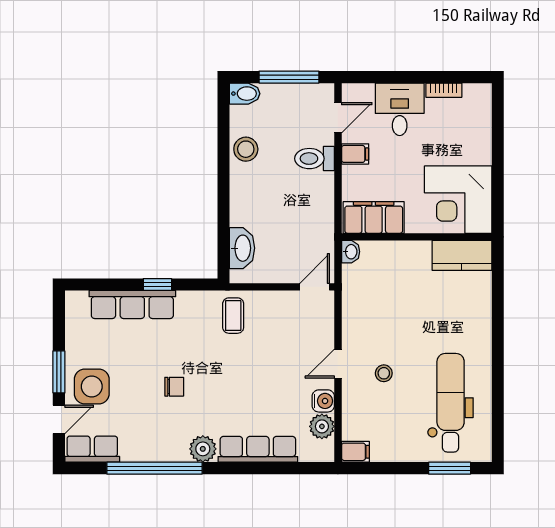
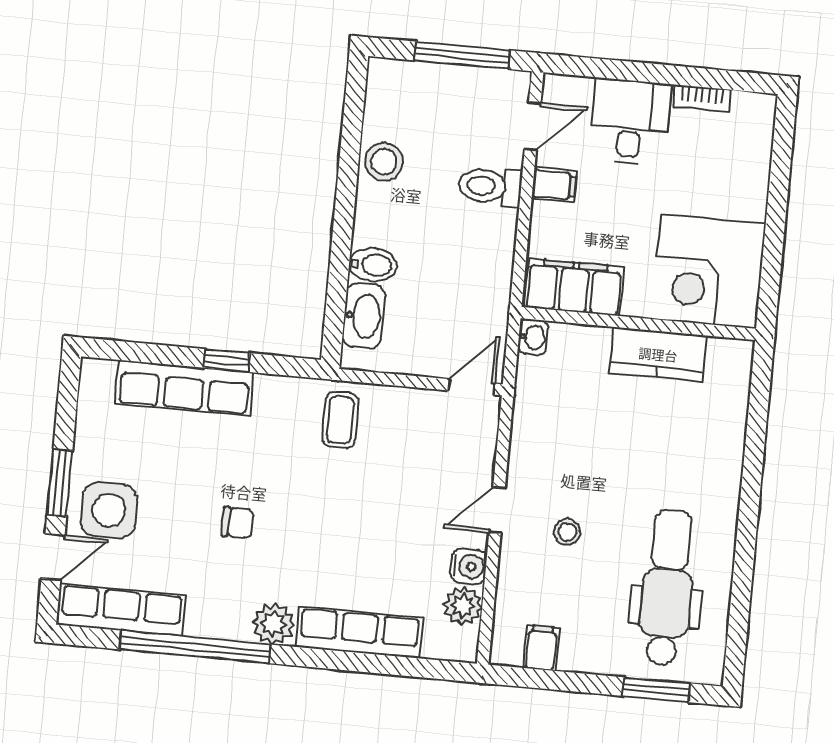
bidet: (245, 94) -> (373, 265), moved
kitchen counter: (462, 255) -> (658, 354), moved
row of seats: (92, 449) -> (121, 610), width x1.48
filing cabinet: (355, 452) -> (541, 648), moved, turned -90

